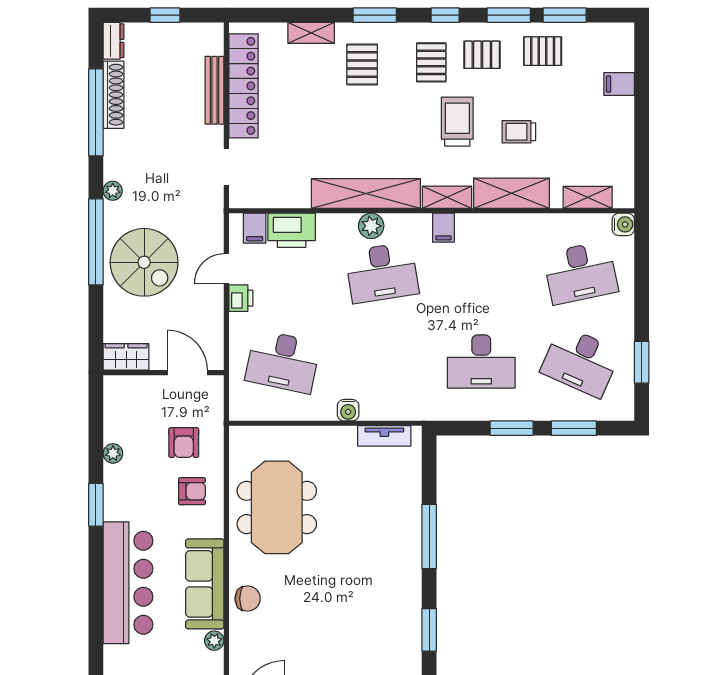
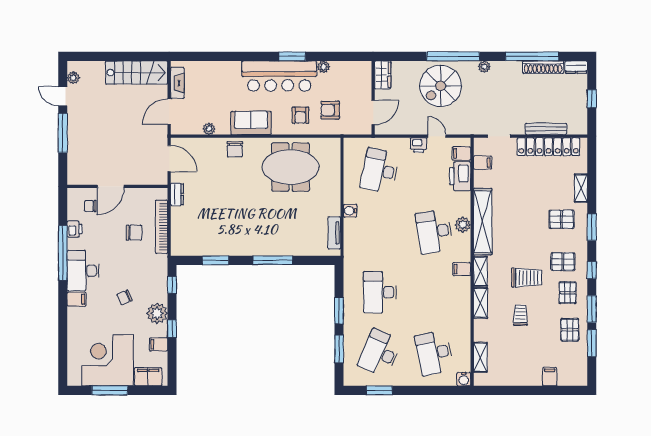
shelving: (511, 193) -> (480, 303), width x0.67, depth x0.75
filing cabinet: (269, 194) -> (483, 163), added
bar counter: (128, 583) -> (279, 76), moved
sofa: (205, 584) -> (251, 123), width x0.73

